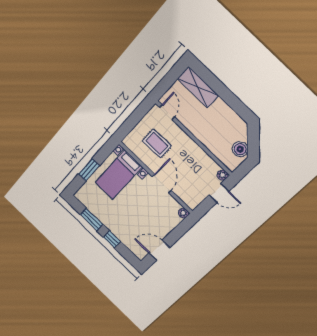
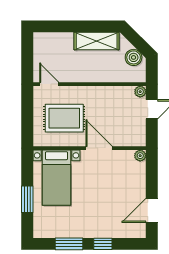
shelving: (198, 87) -> (97, 41), moved
rug: (157, 143) -> (64, 118), width x1.36, depth x1.43

